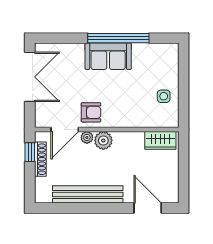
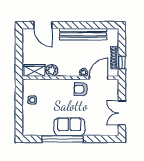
double door: (30, 77) -> (122, 113), width x0.73
plant: (103, 140) -> (52, 70), moved

